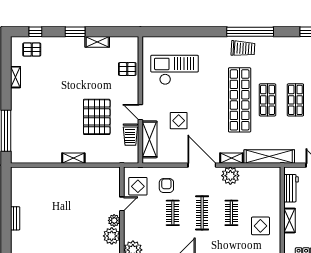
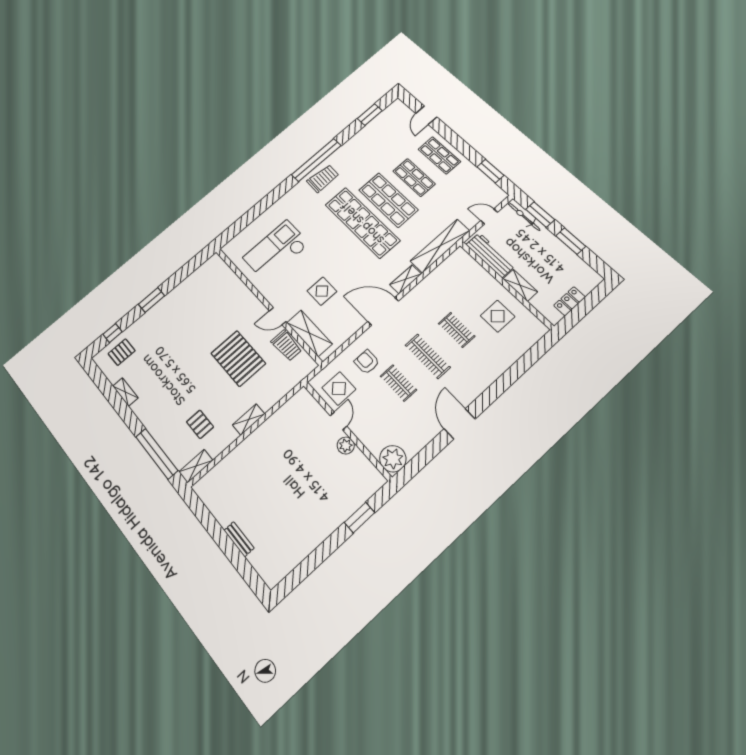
shelving: (97, 42) -> (196, 466), moved
pallet: (127, 69) -> (200, 424), moved, turned 90
shop shelf: (267, 100) -> (388, 200), width x1.43, depth x1.36
plant: (230, 176) -> (421, 296), removed
workbench: (291, 188) -> (490, 255), width x1.38
plant: (112, 236) -> (358, 464), removed

